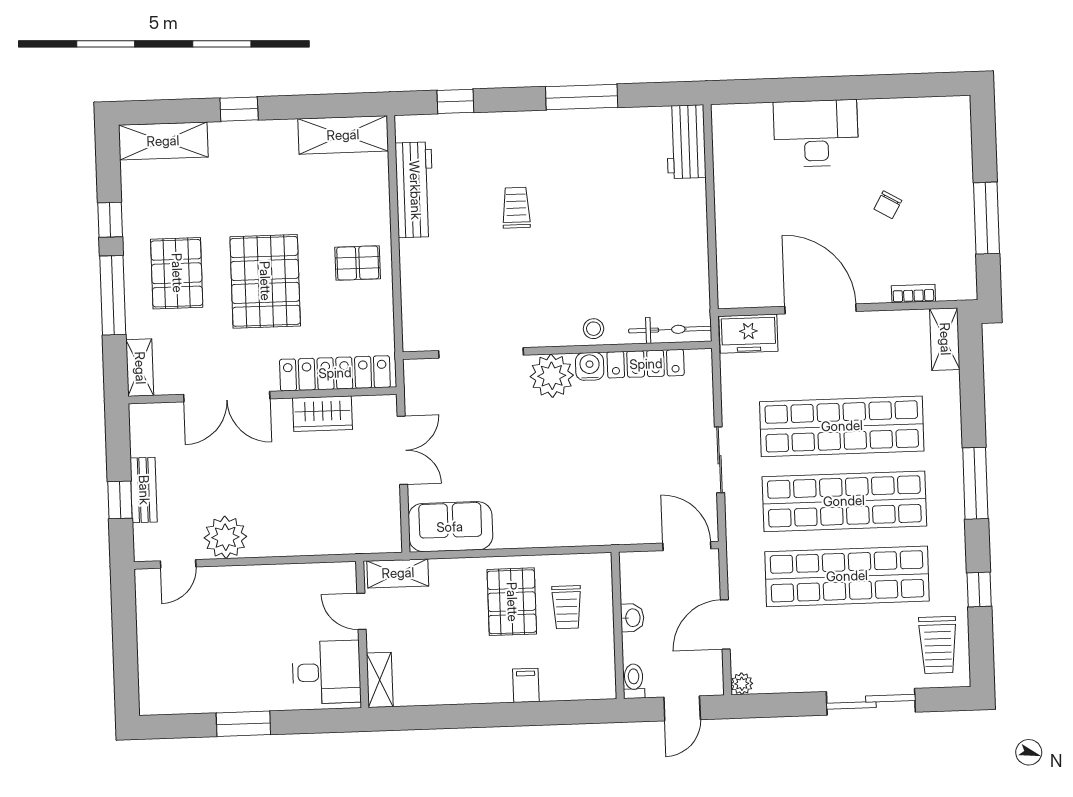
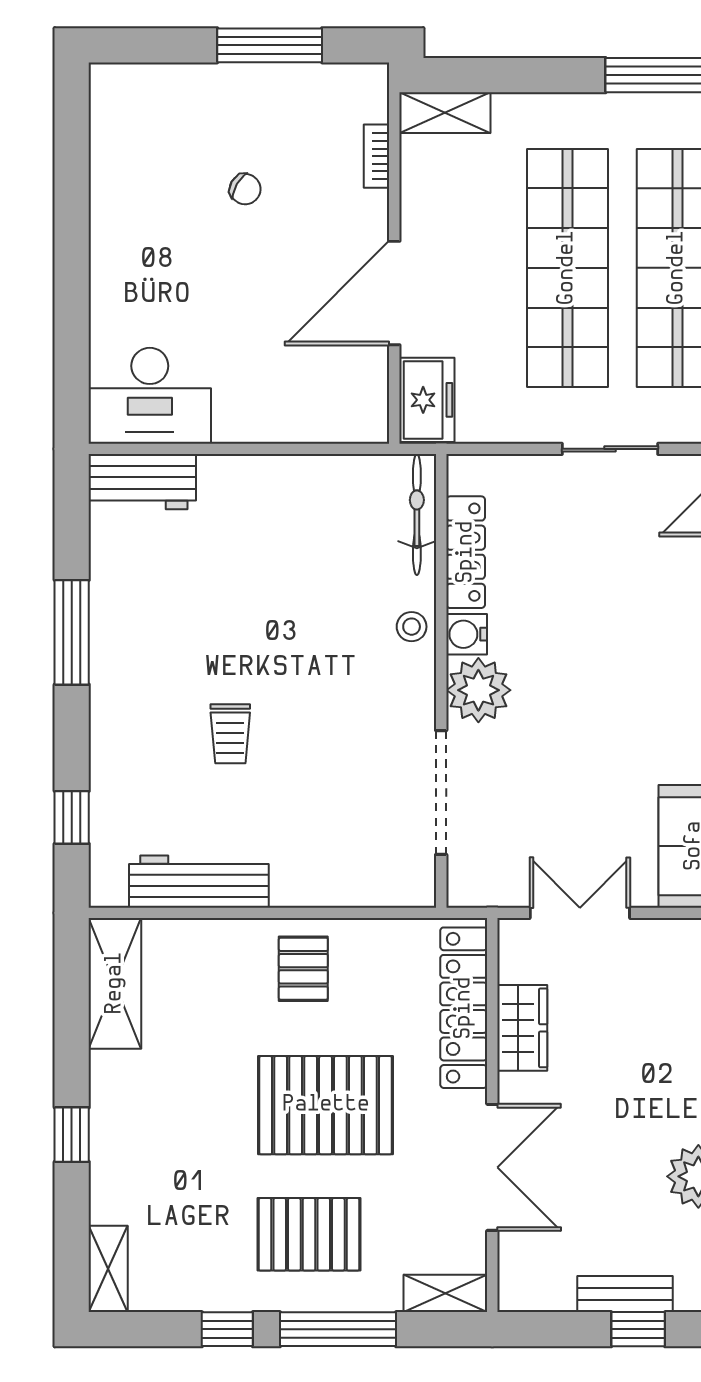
desk: (816, 133) -> (150, 396), moved, turned -90
shelving: (163, 141) -> (108, 1269), width x0.67, depth x0.75
trolley: (516, 208) -> (230, 734), turned -90

